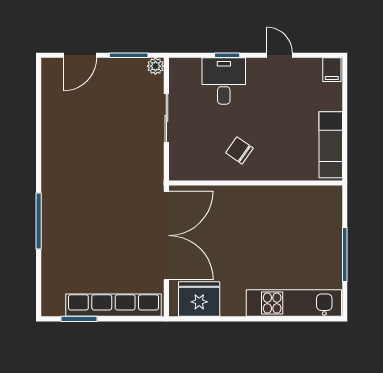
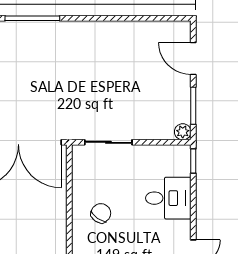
window: (227, 55) -> (193, 161), moved
sliding door: (166, 118) -> (108, 142), moved

